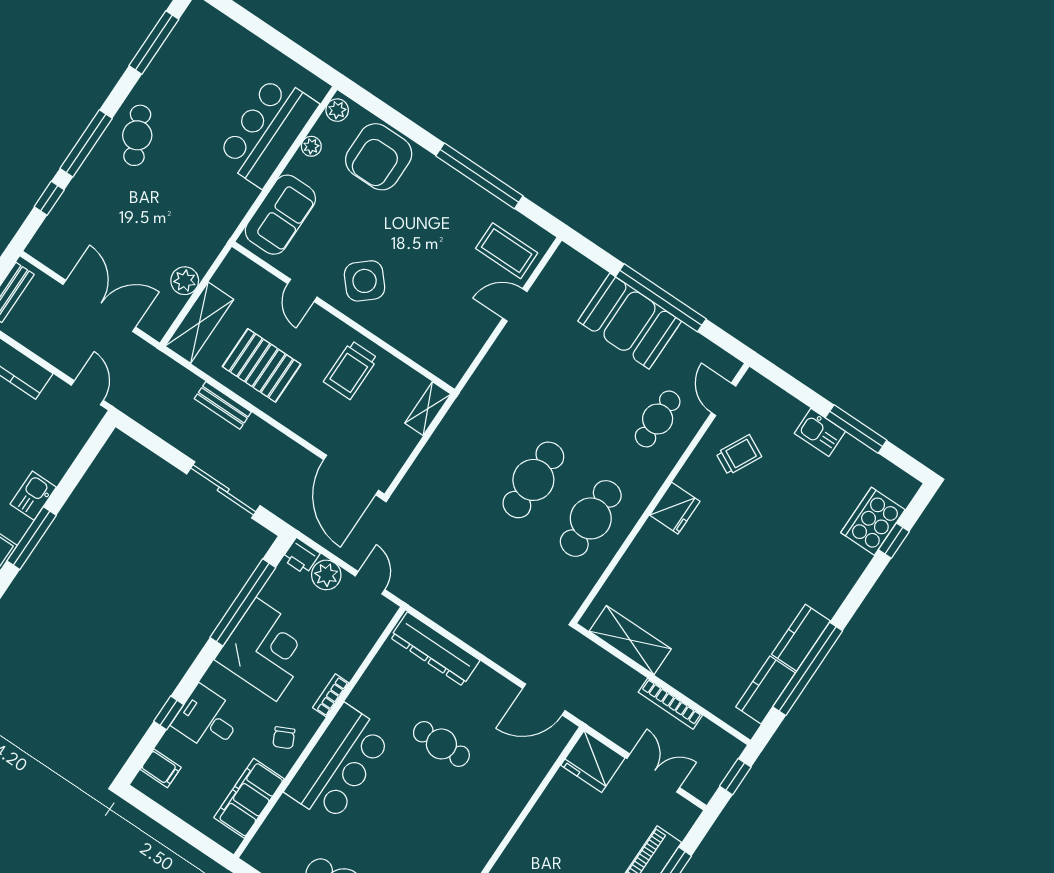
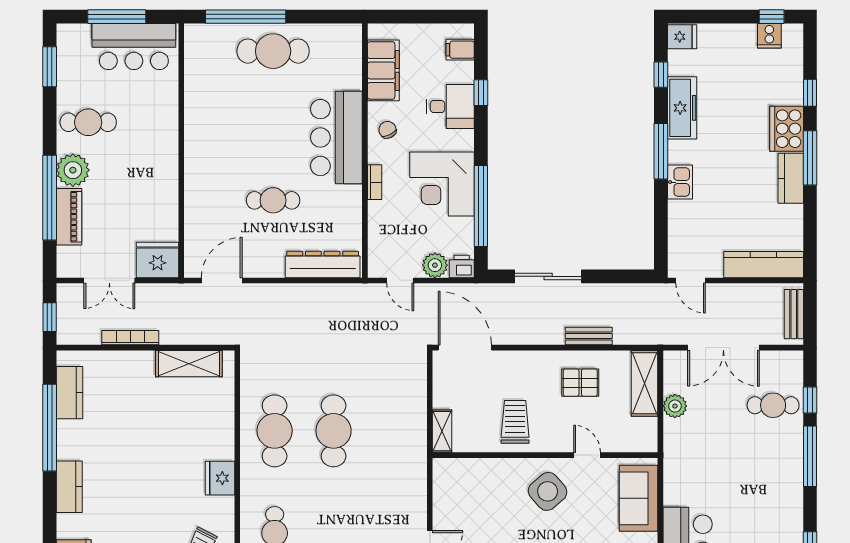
cafe table: (137, 135) -> (773, 405), moved, turned -65
pallet: (262, 365) -> (580, 383), width x0.67, depth x0.71
kitchen counter: (801, 638) -> (69, 487), moved

